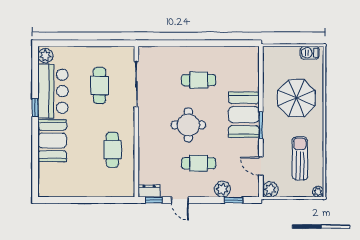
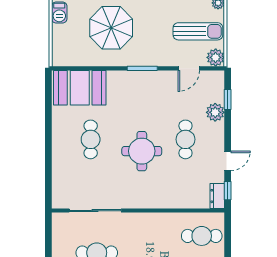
booth: (244, 115) -> (80, 88), moved
cafe table: (112, 150) -> (202, 236), moved
sun lounger: (300, 158) -> (198, 31), moved, turned 180

